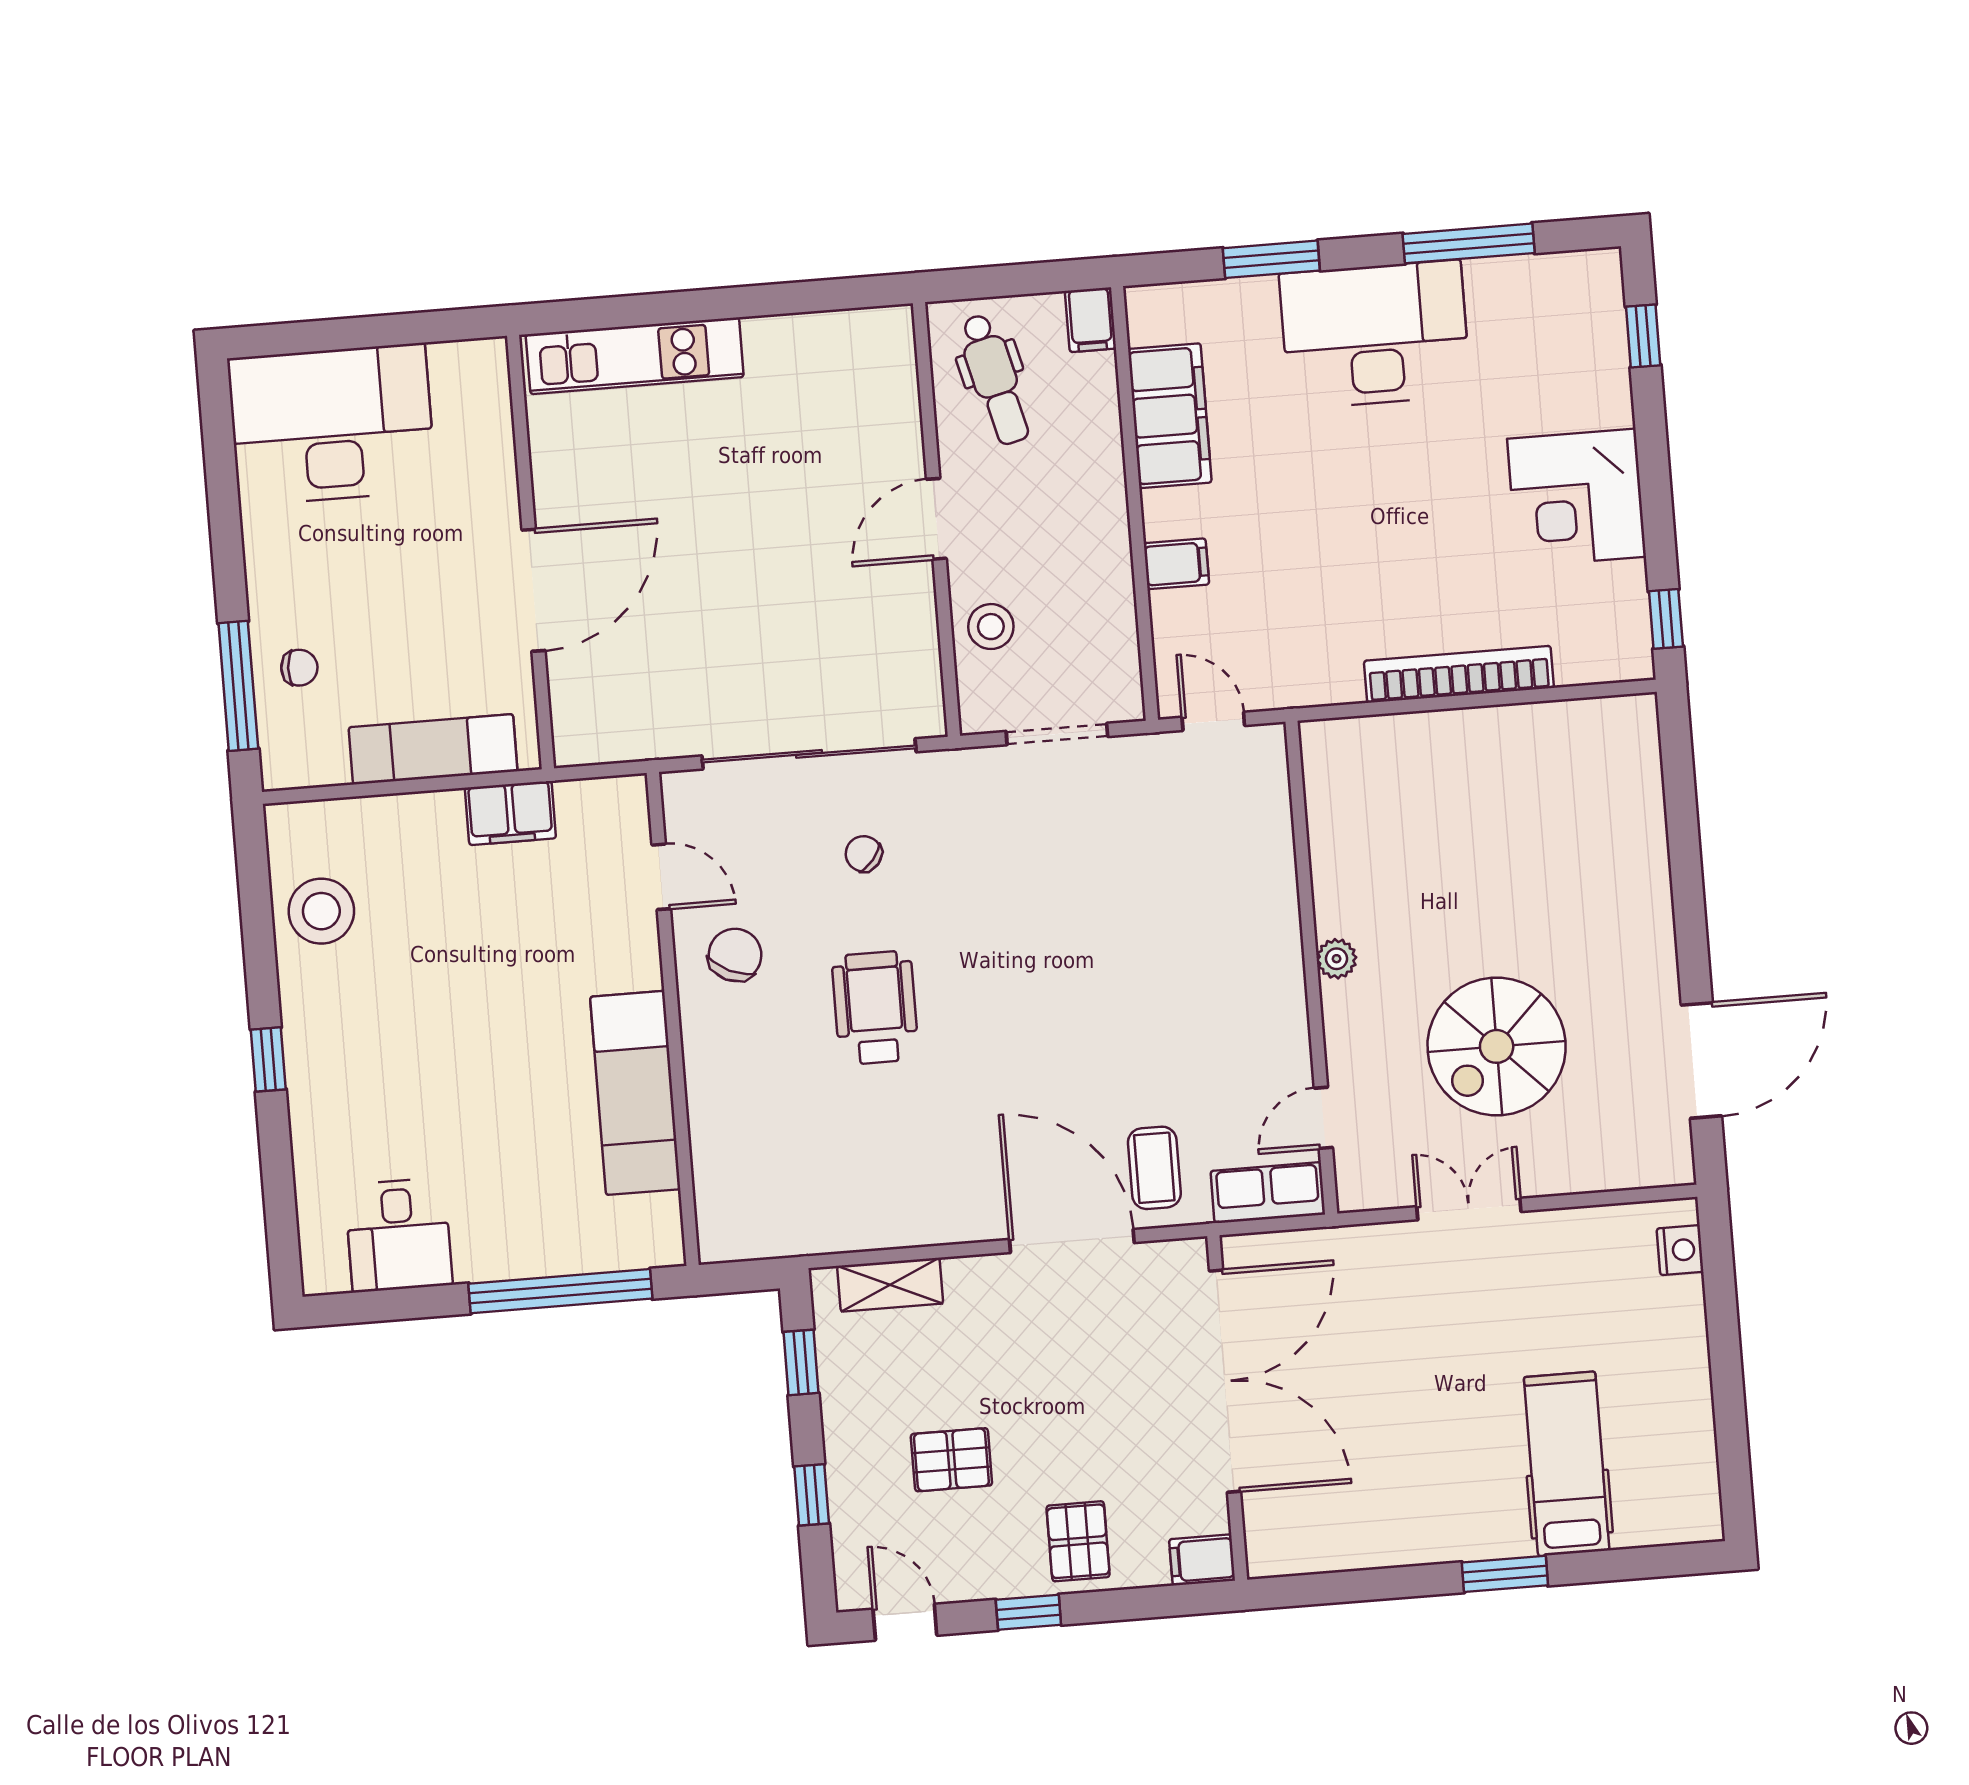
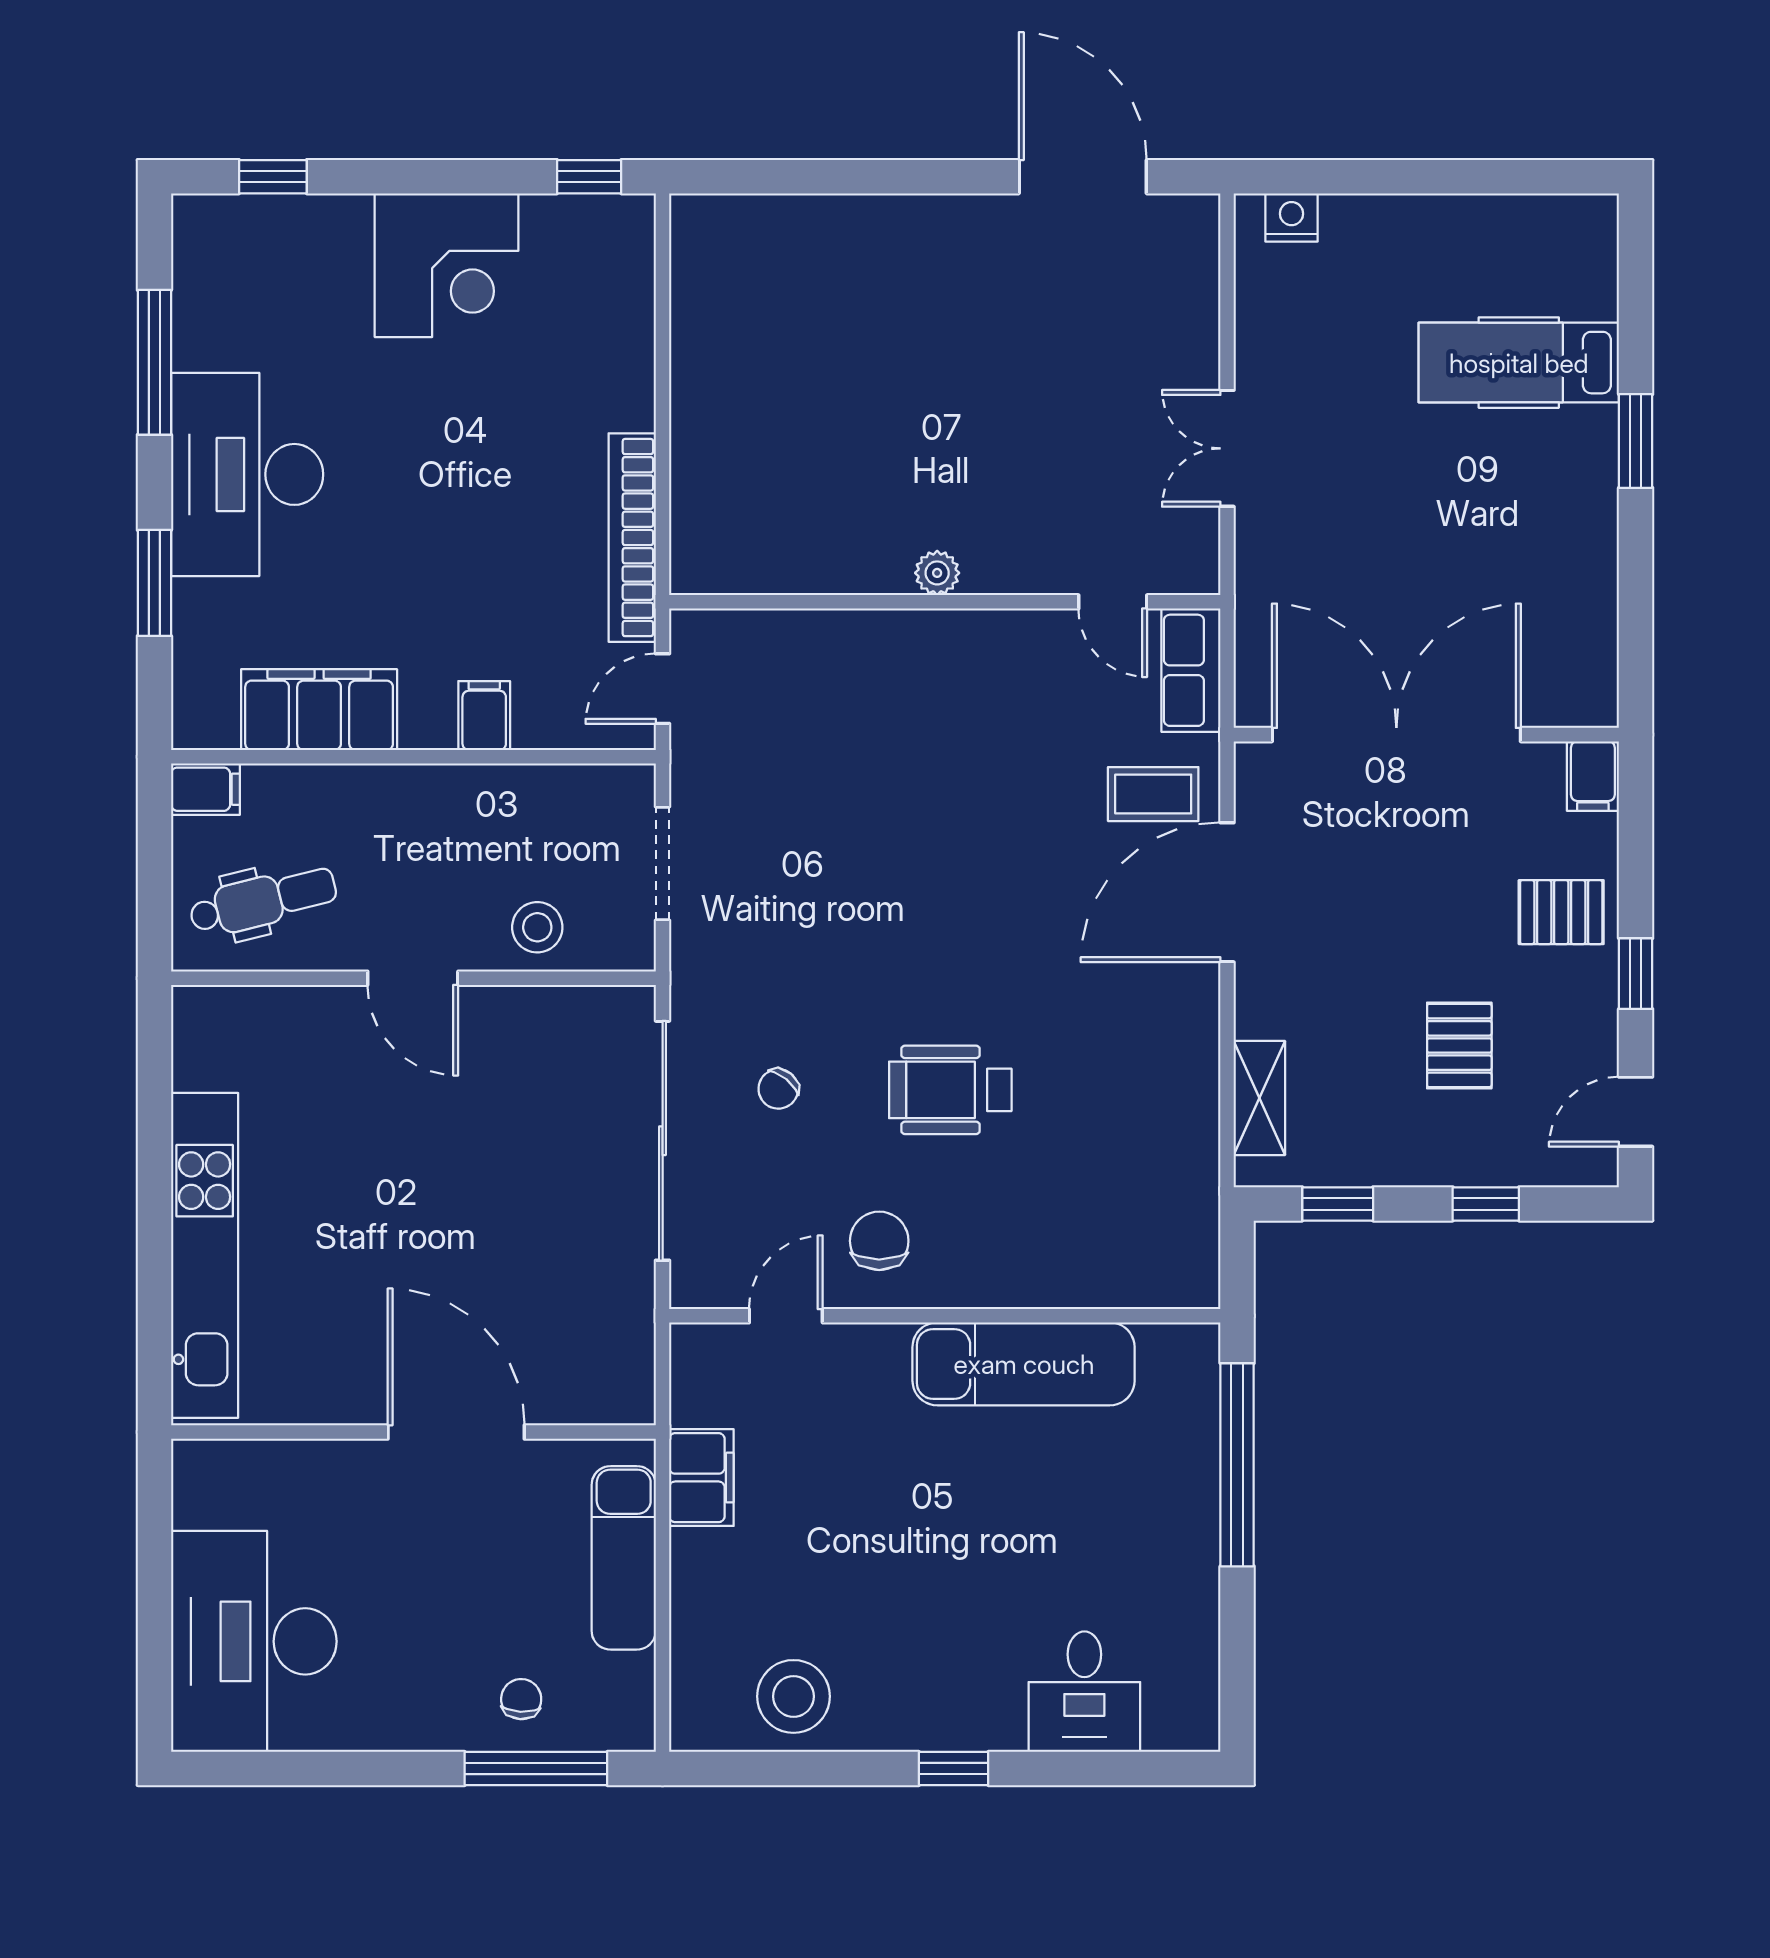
kitchen unit: (635, 356) -> (205, 1255), width x1.36
bookcase: (1459, 674) -> (632, 538), moved
chair: (735, 955) -> (879, 1241), turned 65
spiral stairs: (1497, 1046) -> (1049, 403), removed
desk: (399, 1235) -> (1084, 1692), moved, turned 90

